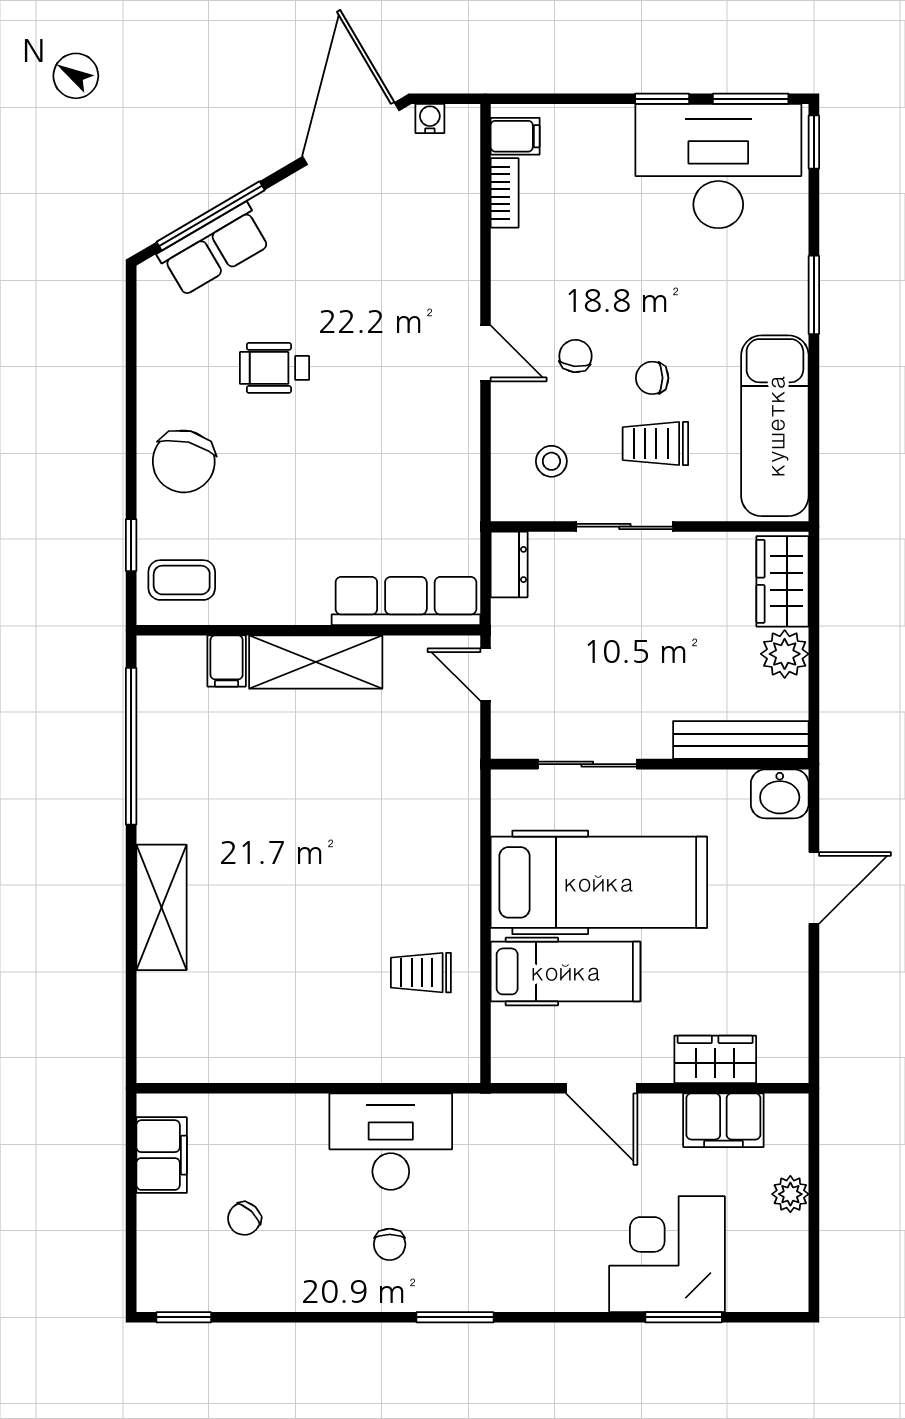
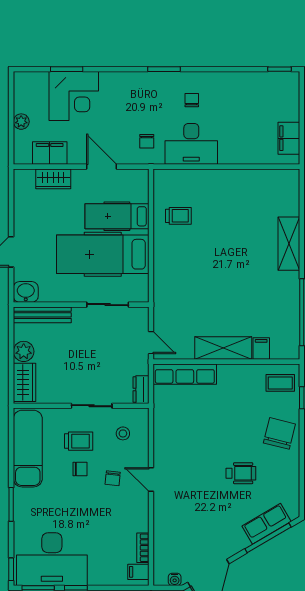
chair: (244, 1219) -> (147, 141), moved, turned 137

